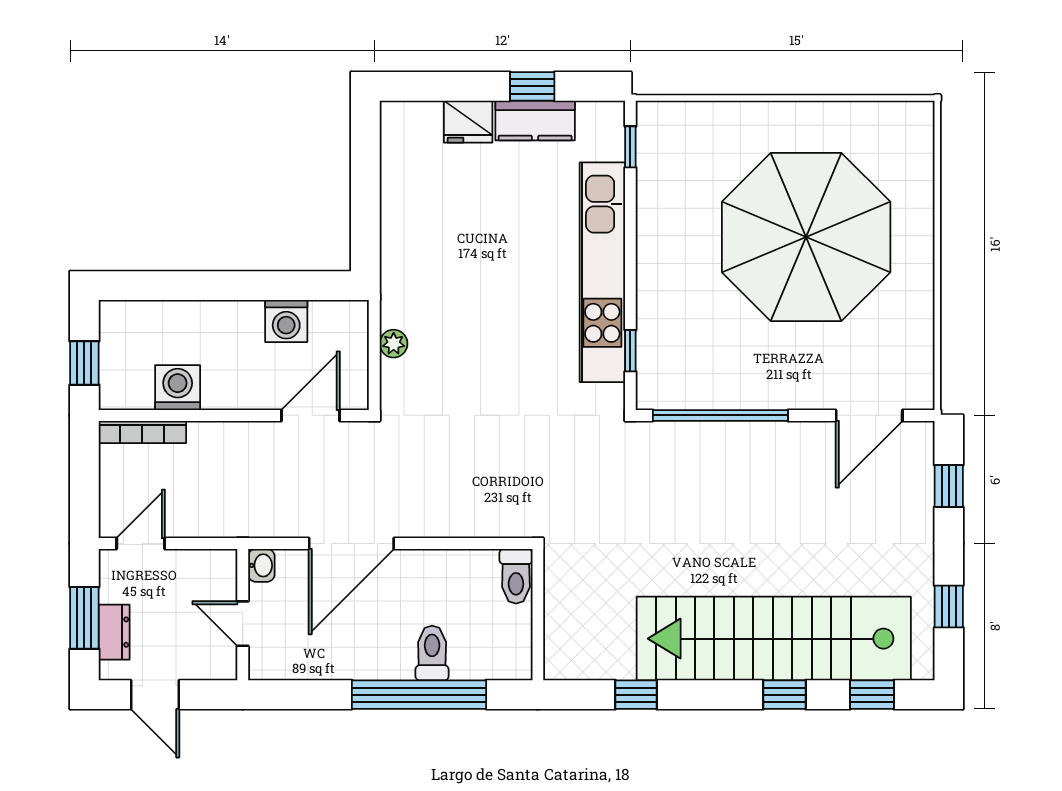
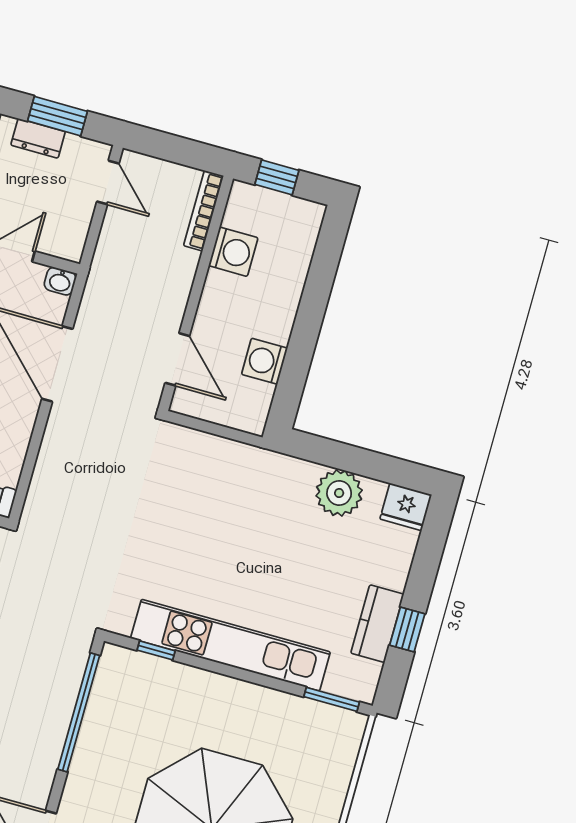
fridge: (468, 122) -> (406, 507), moved, turned -90
window: (630, 147) -> (332, 699), width x1.50
plant: (394, 344) -> (339, 493), moved, width x1.88, depth x1.88

